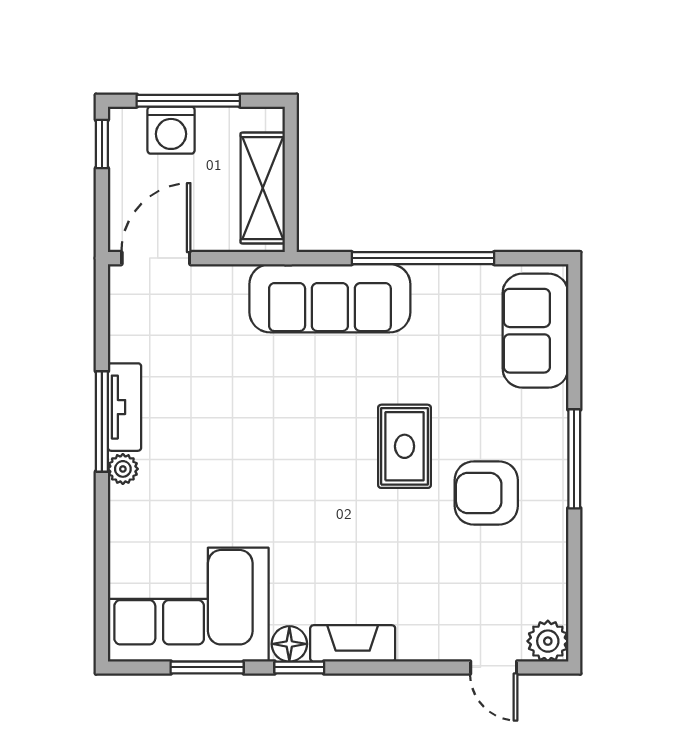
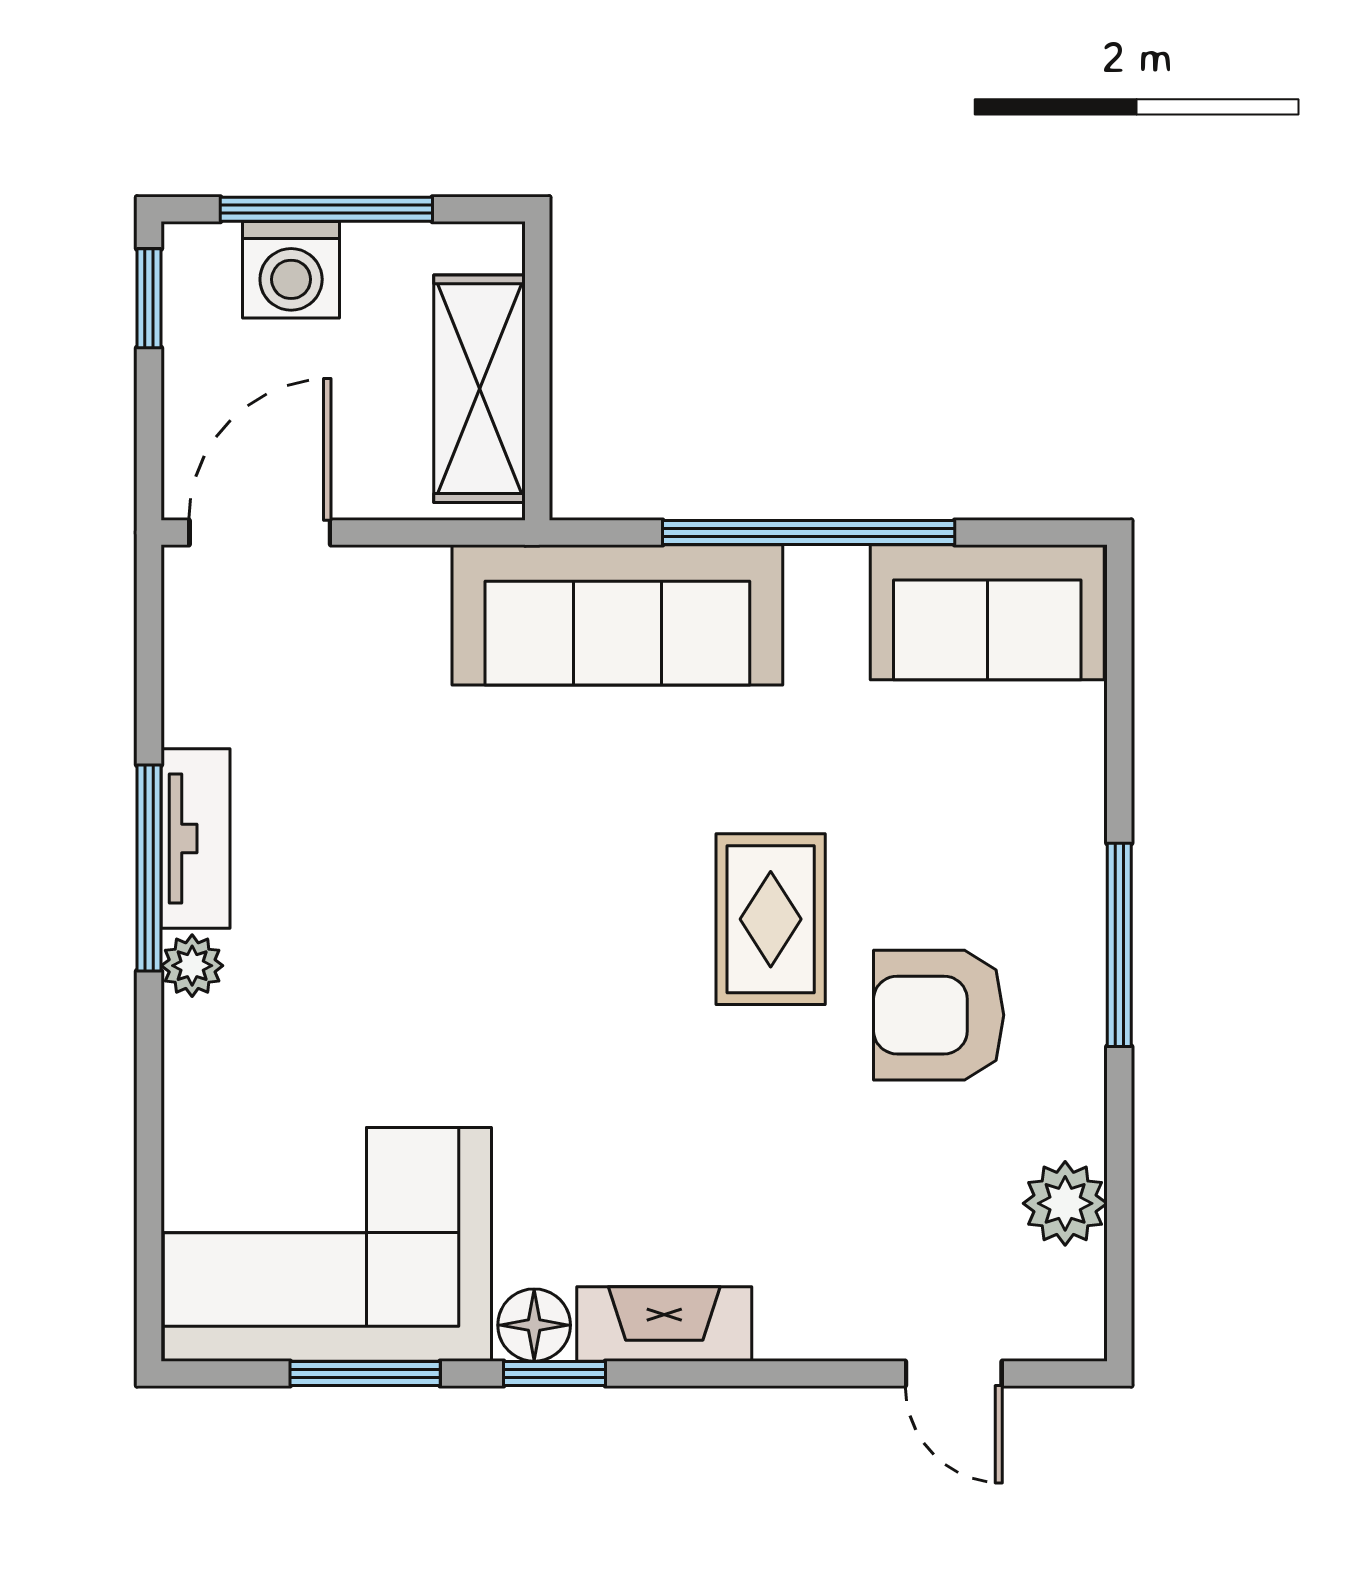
sofa: (535, 331) -> (987, 612), moved, turned -90
plant: (548, 641) -> (1065, 1203), moved

